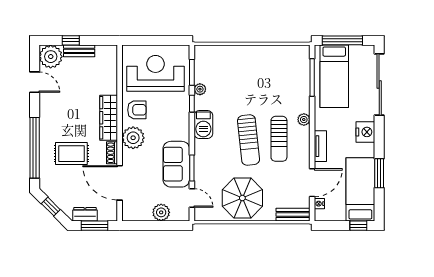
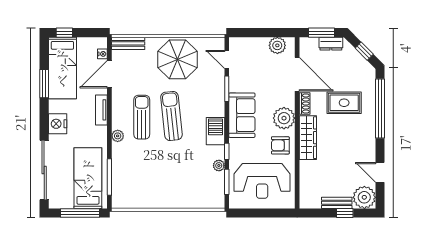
sofa: (176, 164) -> (242, 115), moved
plant: (161, 212) -> (277, 45), moved

